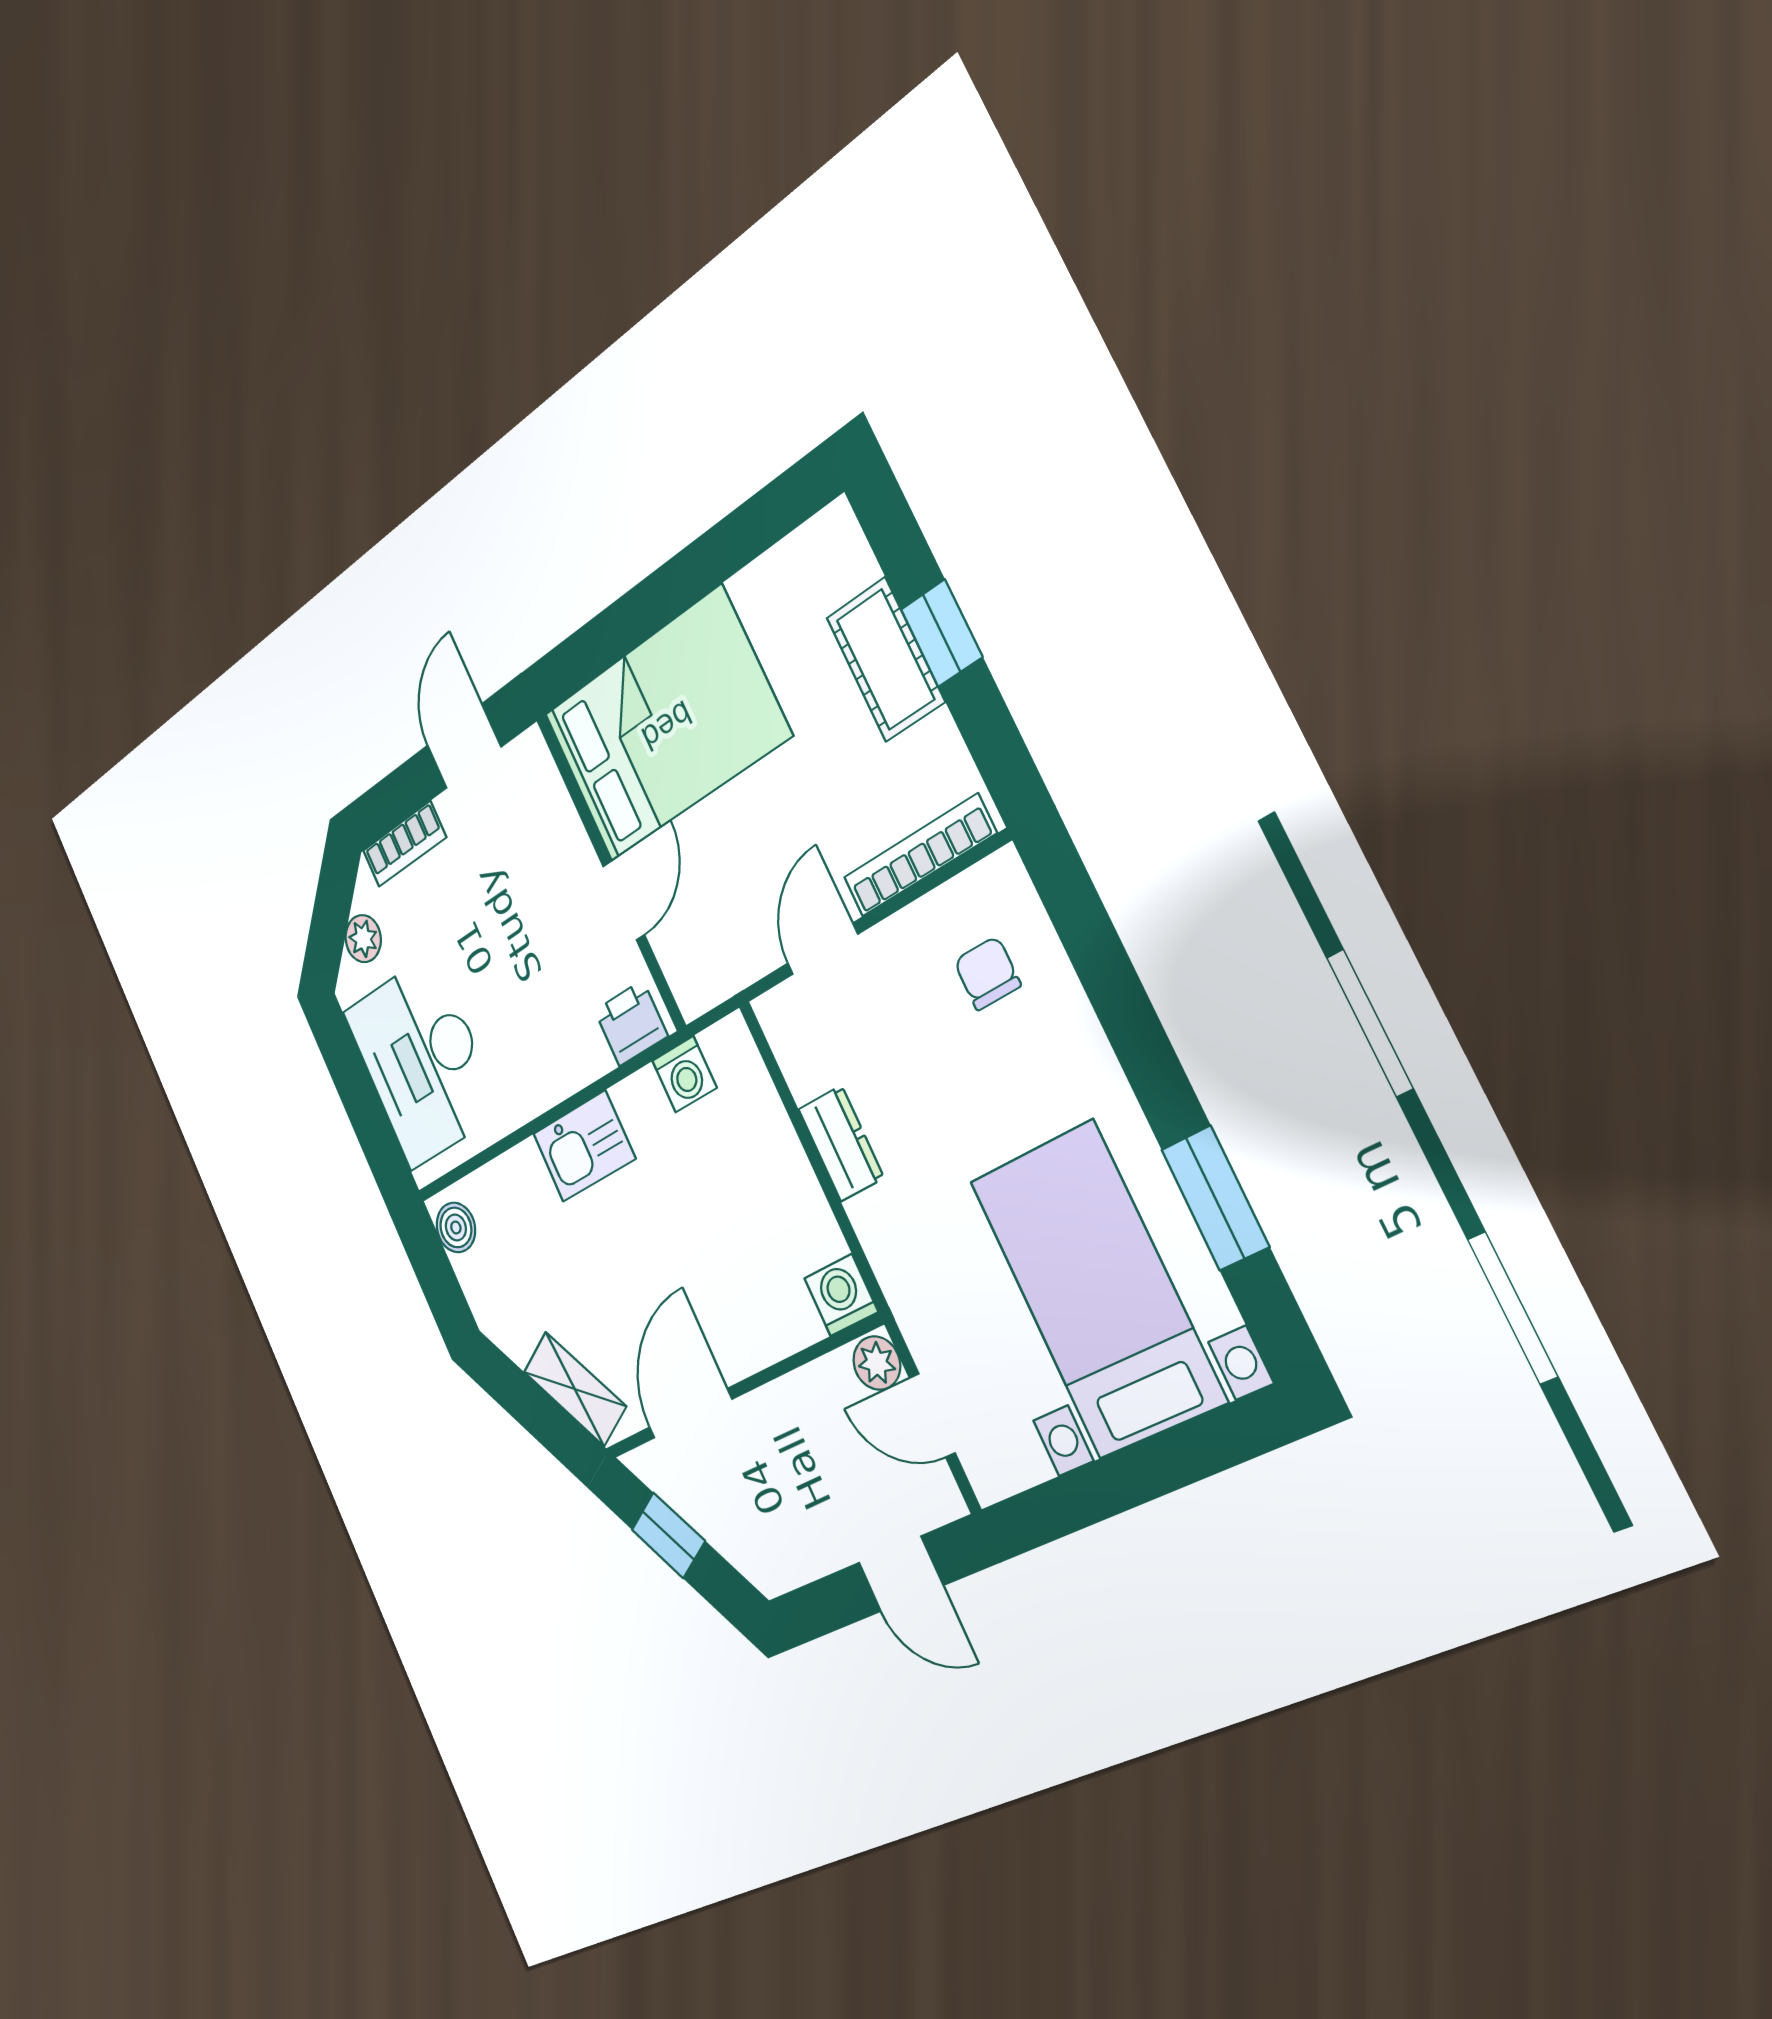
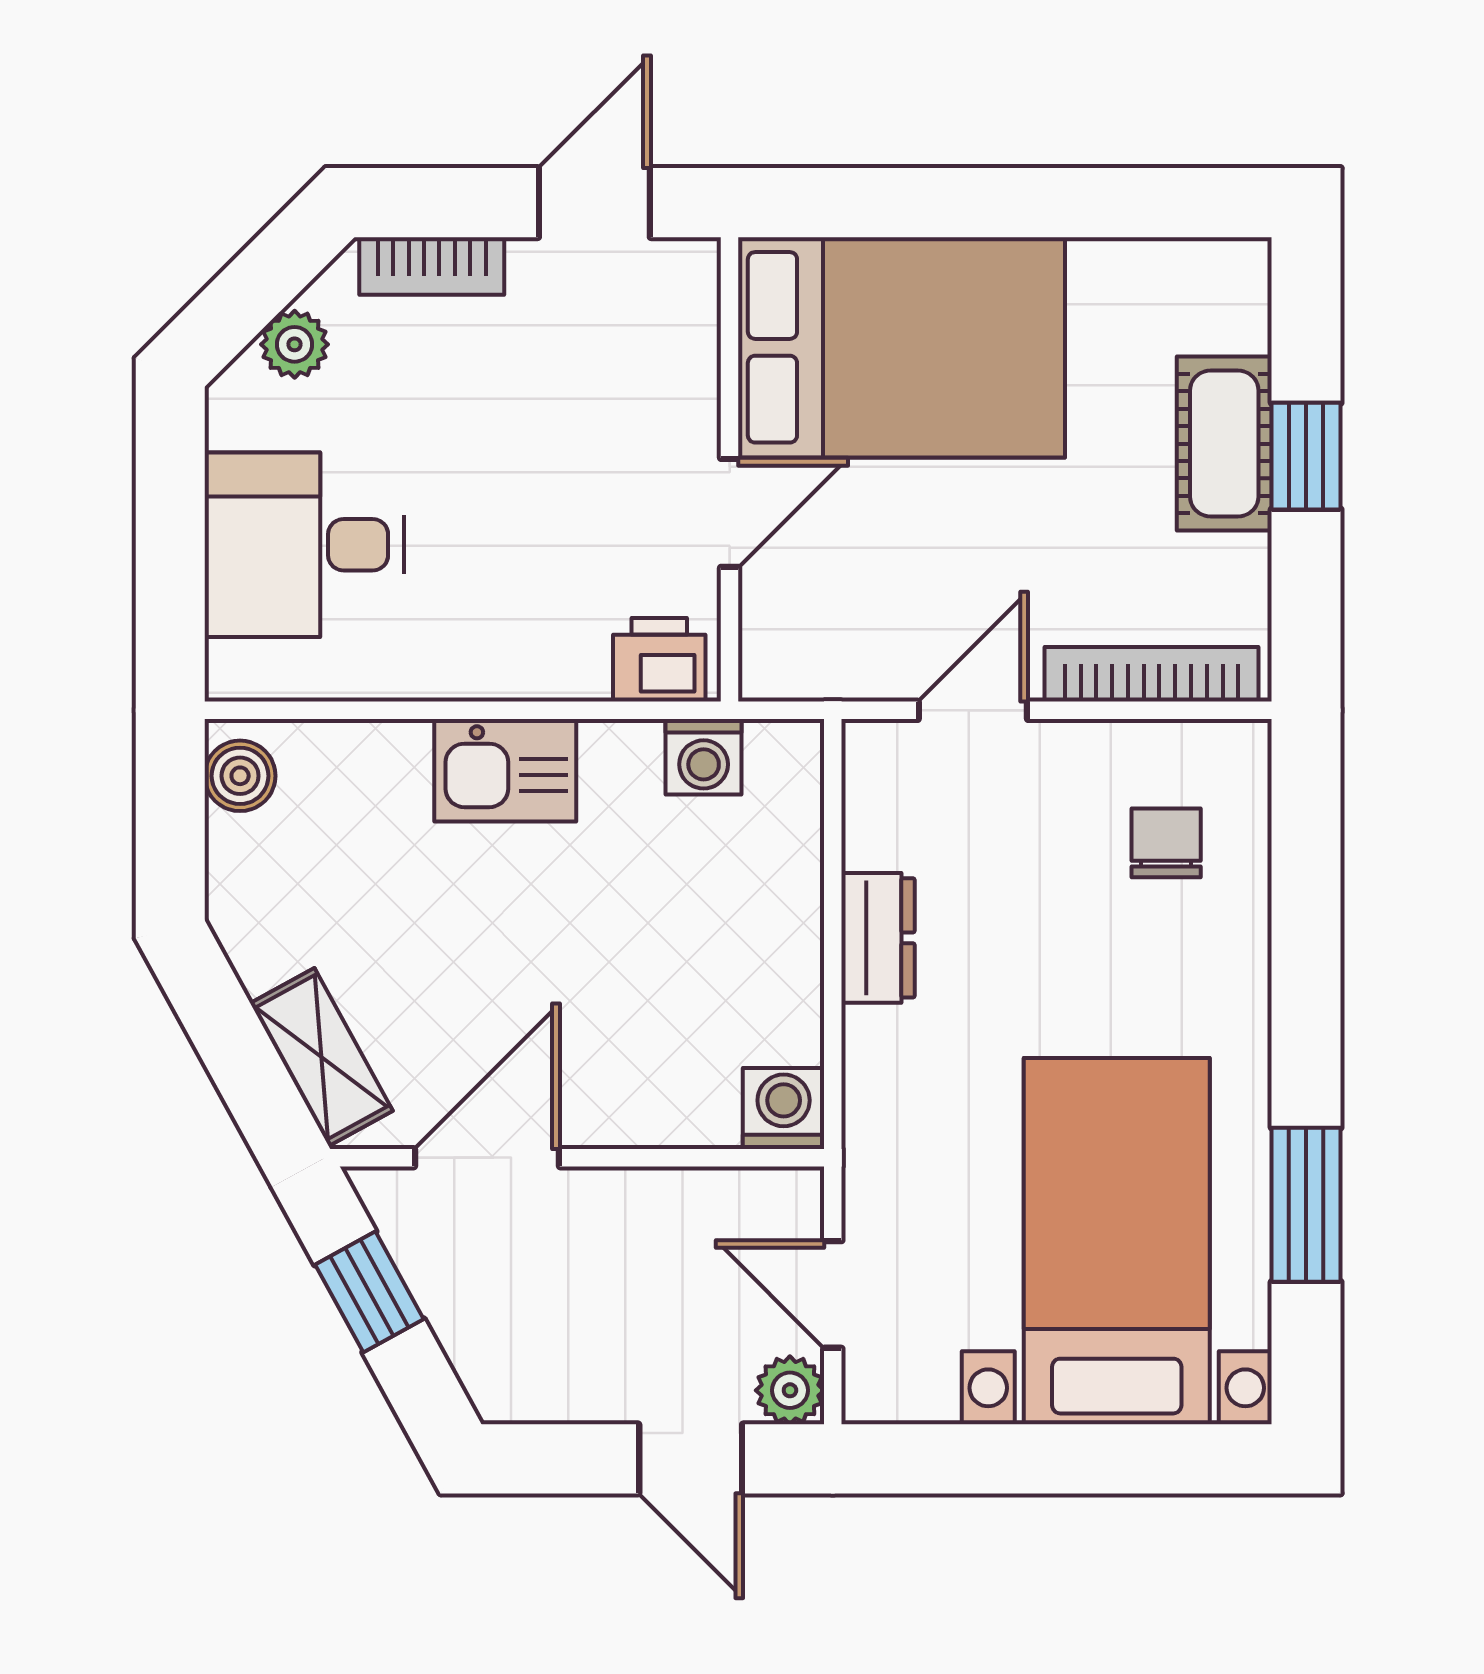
desk: (422, 1061) -> (304, 545), width x0.73
plant: (877, 1363) -> (790, 1390), moved

